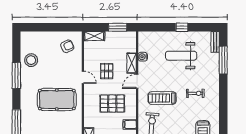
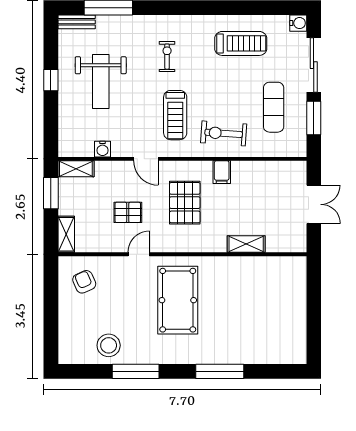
shelving: (132, 63) -> (76, 169), moved

